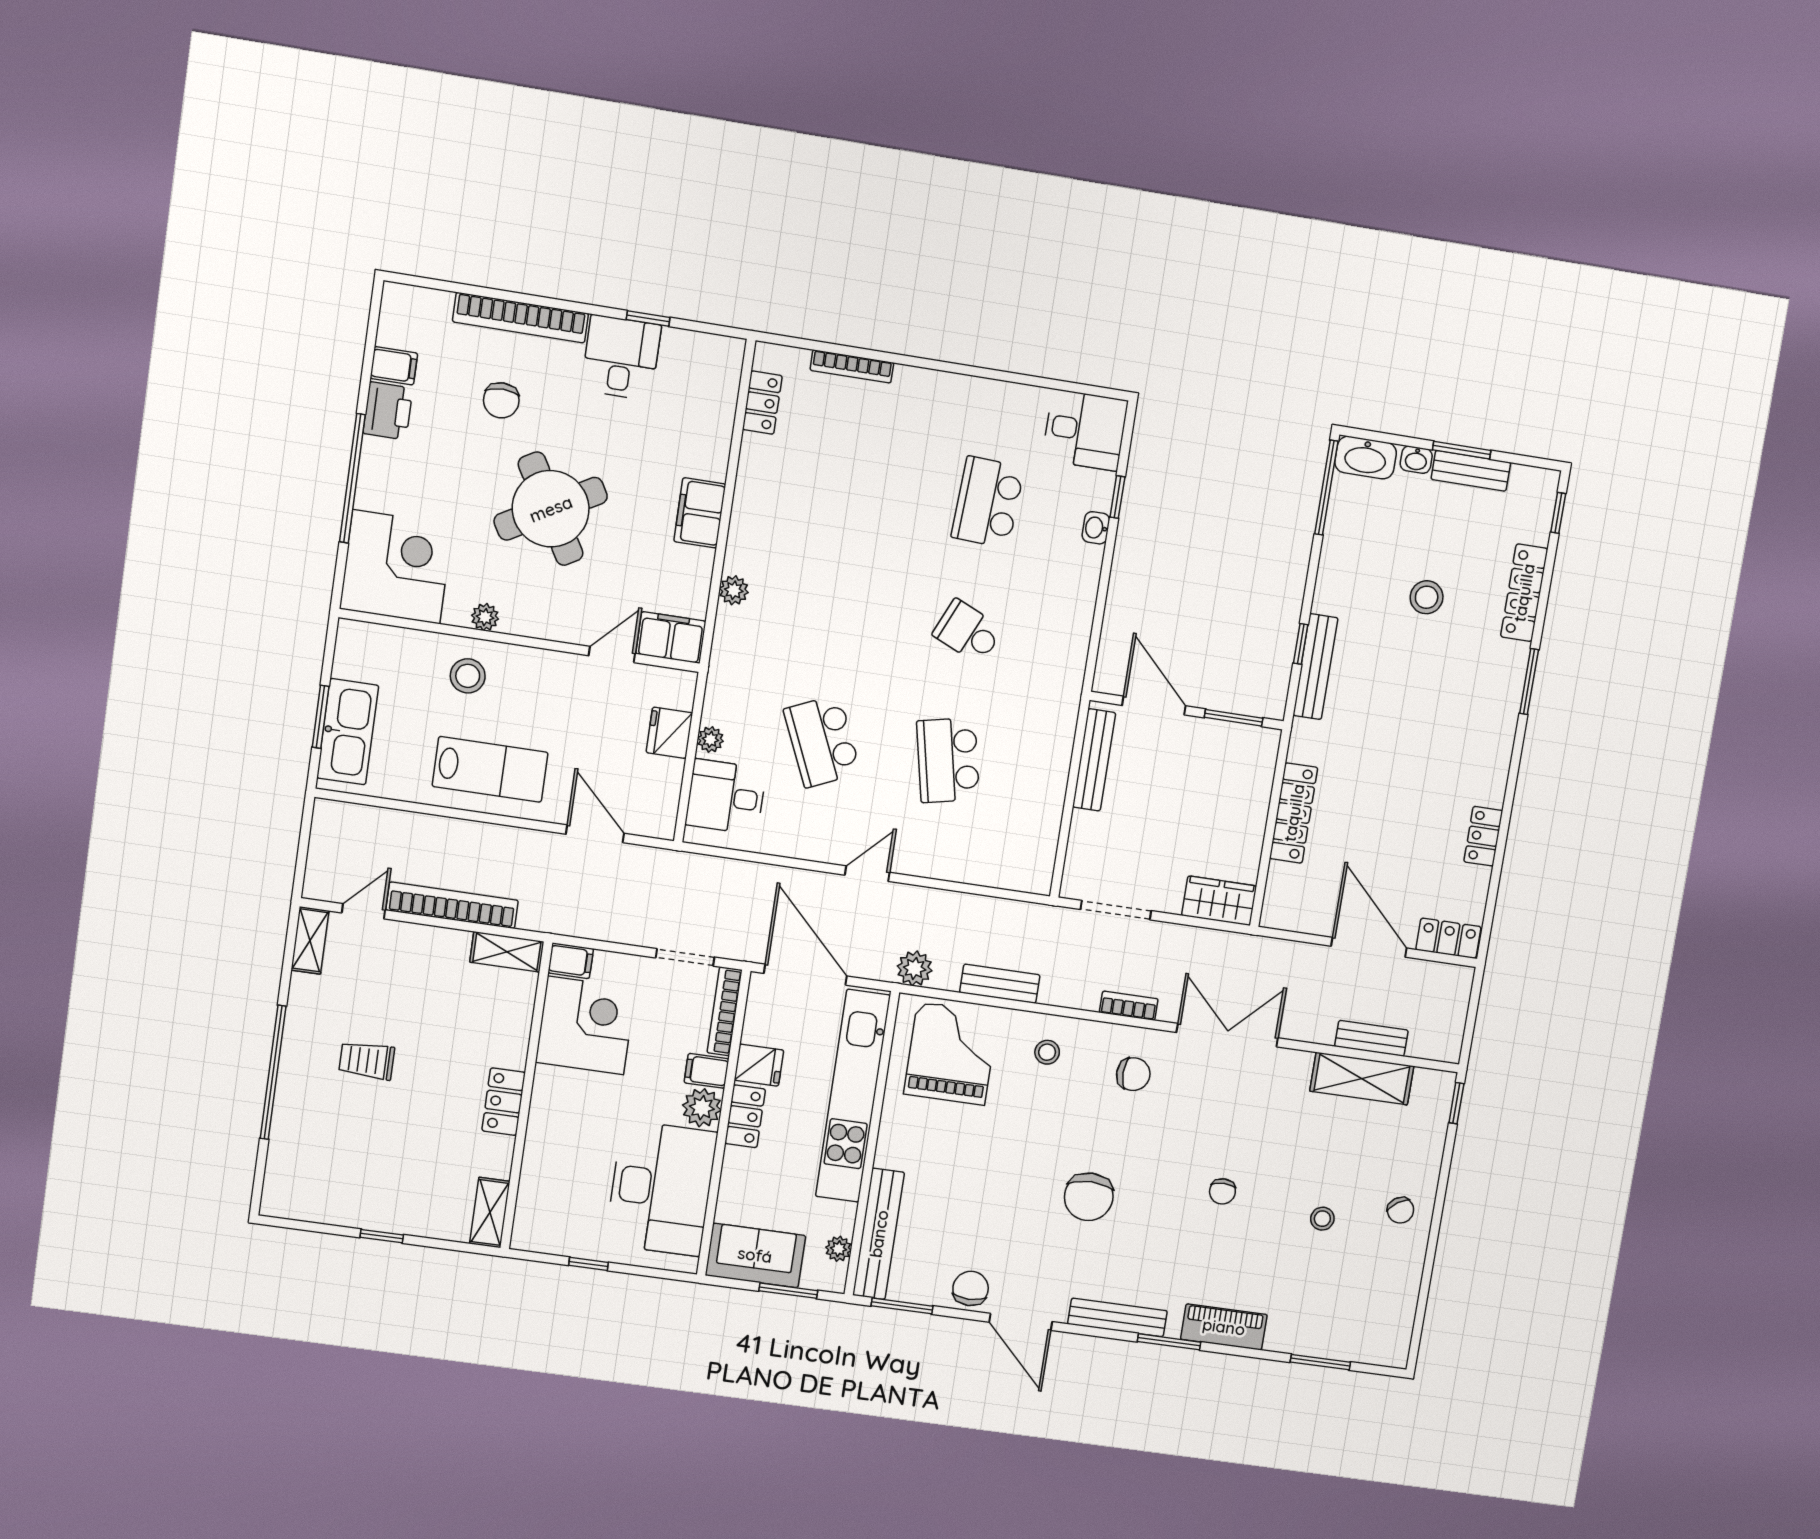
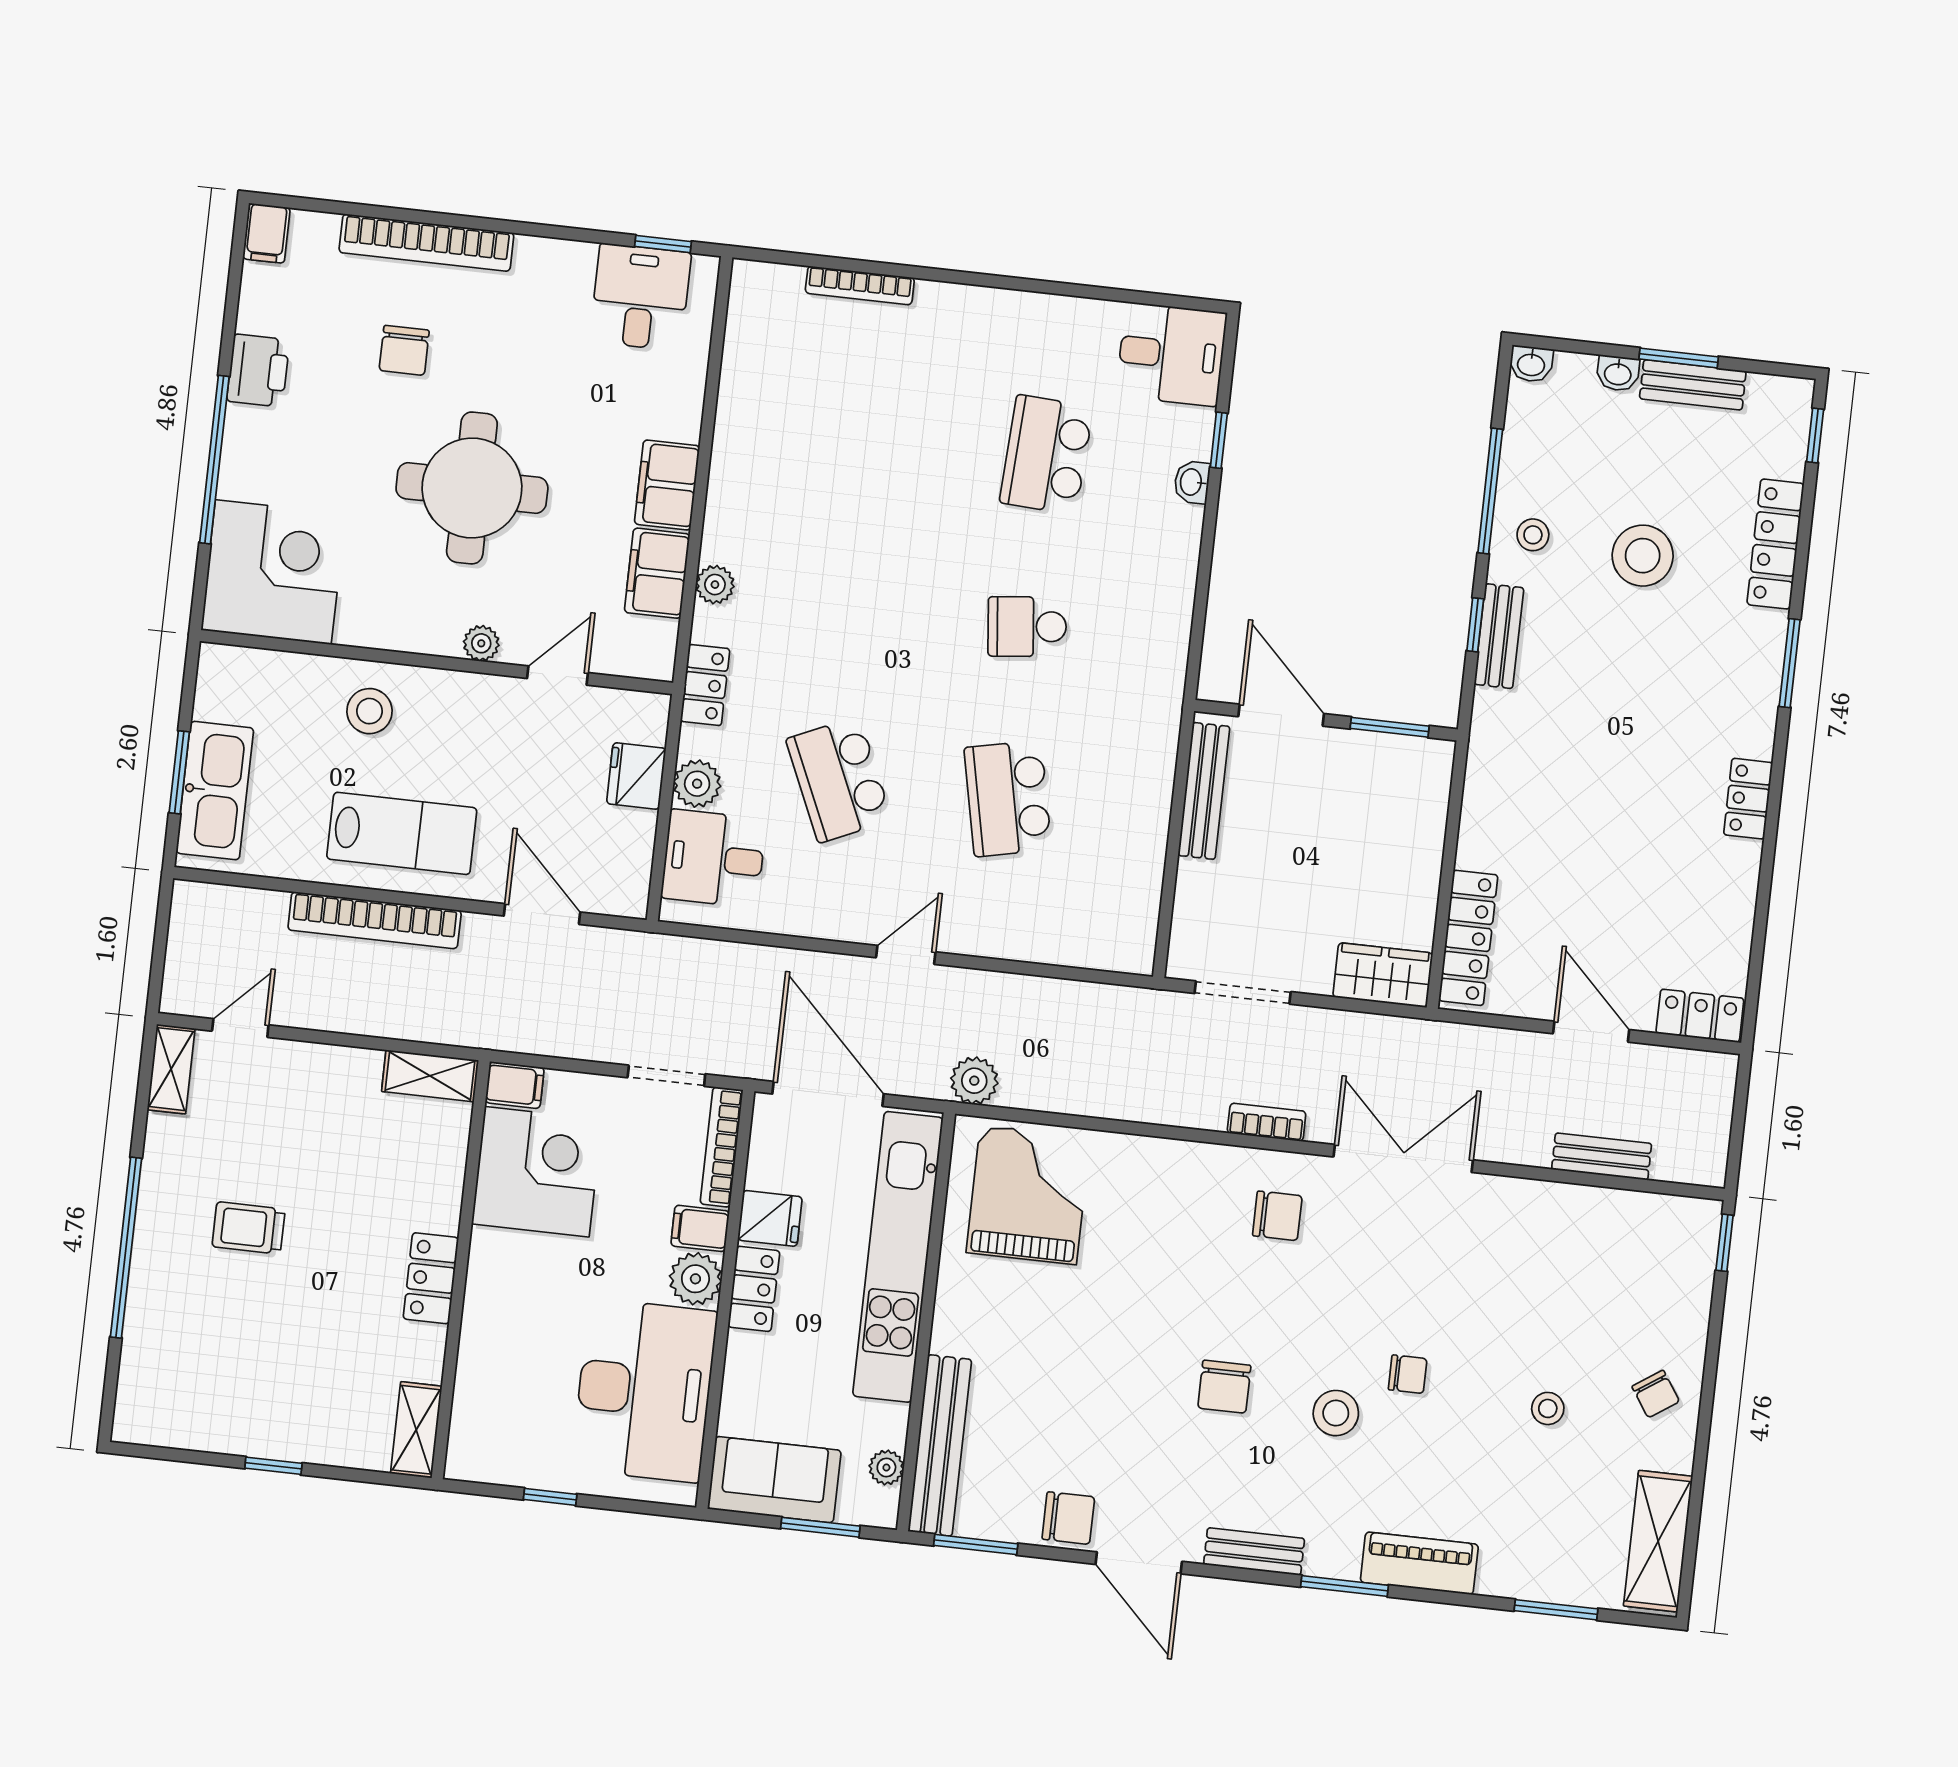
window: (648, 318) -> (663, 244), moved
desk: (621, 357) -> (640, 297), moved
filing cabinet: (394, 366) -> (266, 233), moved, turned 90
locker: (762, 403) -> (705, 685), moved
washbasin: (1366, 458) -> (1531, 364), width x0.52, depth x0.69
window: (1326, 488) -> (1490, 491), moved
round table: (551, 509) -> (472, 488), turned 30
stool: (1347, 578) -> (1533, 535), added
stool: (1427, 597) -> (1643, 556), width x1.38, depth x1.38
plant: (485, 617) -> (481, 643), moved
school desk: (968, 632) -> (1027, 627), turned -30
filing cabinet: (671, 637) -> (657, 573), moved, turned -90
bench: (1315, 667) -> (1499, 636), width x0.73
plant: (710, 739) -> (697, 784), width x1.38, depth x1.38
locker: (1294, 813) -> (1468, 938), moved
locker: (1483, 836) -> (1748, 799), moved
bookcase: (452, 905) -> (375, 920), moved, turned 180
door: (1369, 947) -> (1591, 1032), width x0.73
bench: (1000, 984) -> (1090, 1098), removed
stool: (1047, 1052) -> (1336, 1413), moved, width x1.37, depth x1.37
shelving: (1362, 1079) -> (1658, 1541), moved, turned 90
chair: (1222, 1191) -> (1408, 1374), turned -90
chair: (1089, 1197) -> (1224, 1387), width x0.73, depth x0.73
chair: (971, 1288) -> (1068, 1518), turned 90
bench: (1117, 1317) -> (1254, 1551), width x0.73

